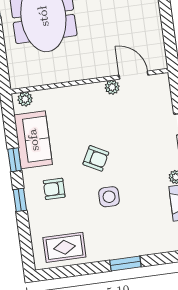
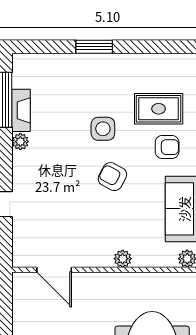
plant: (112, 87) -> (123, 259), moved
rug: (64, 247) -> (159, 109), moved

